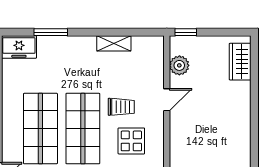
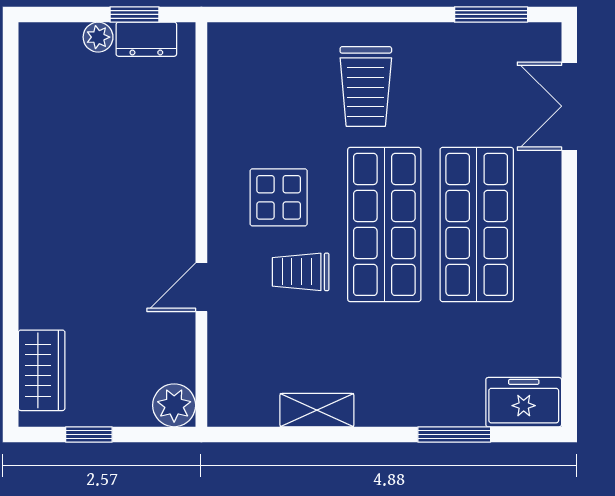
window: (186, 32) -> (89, 434), moved
plant: (179, 65) -> (174, 405), moved

